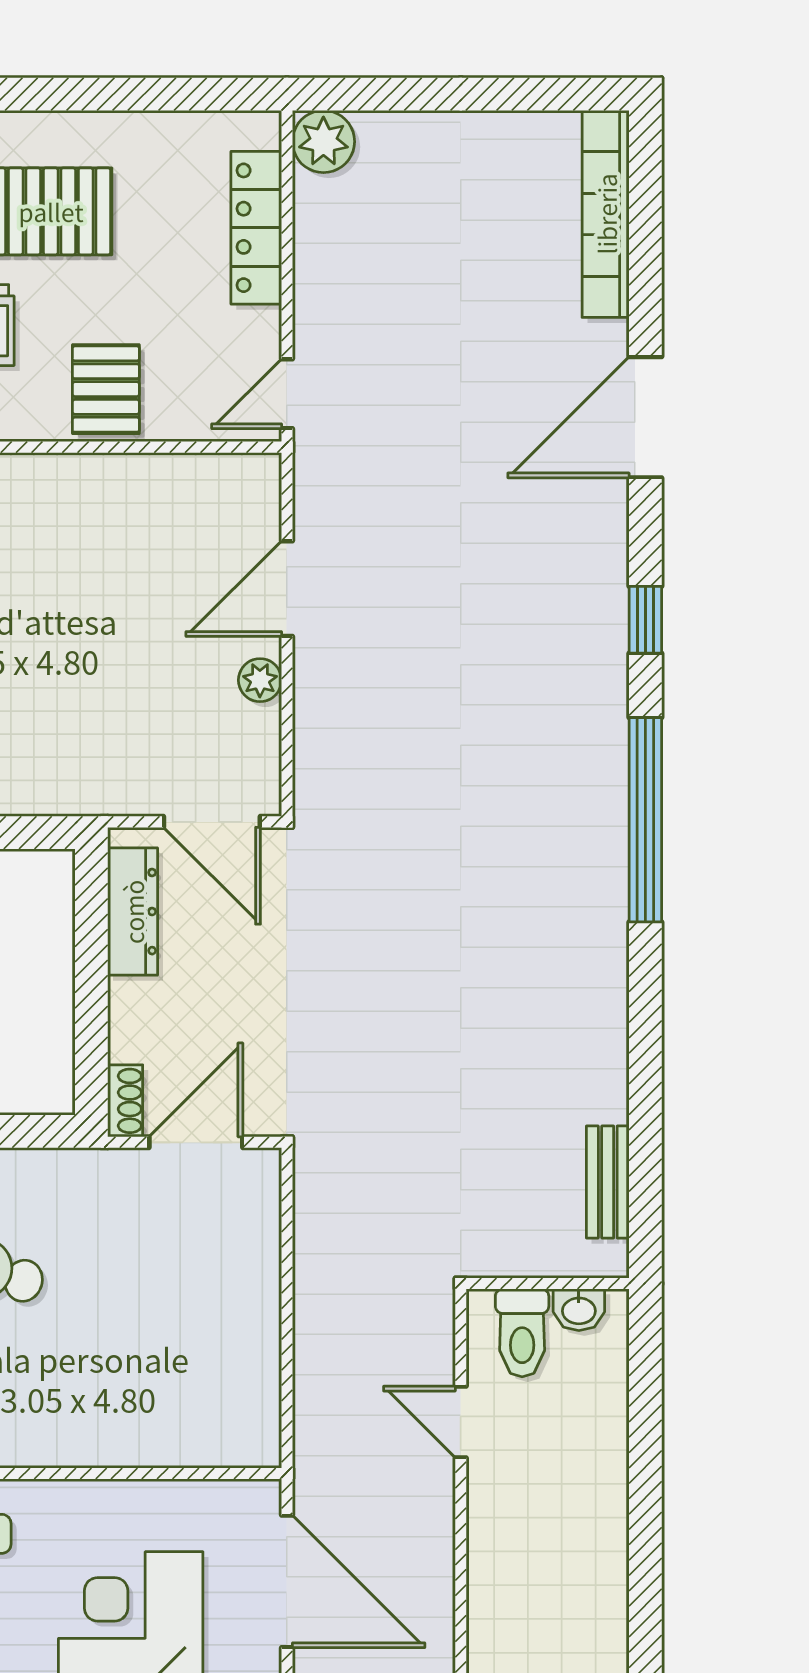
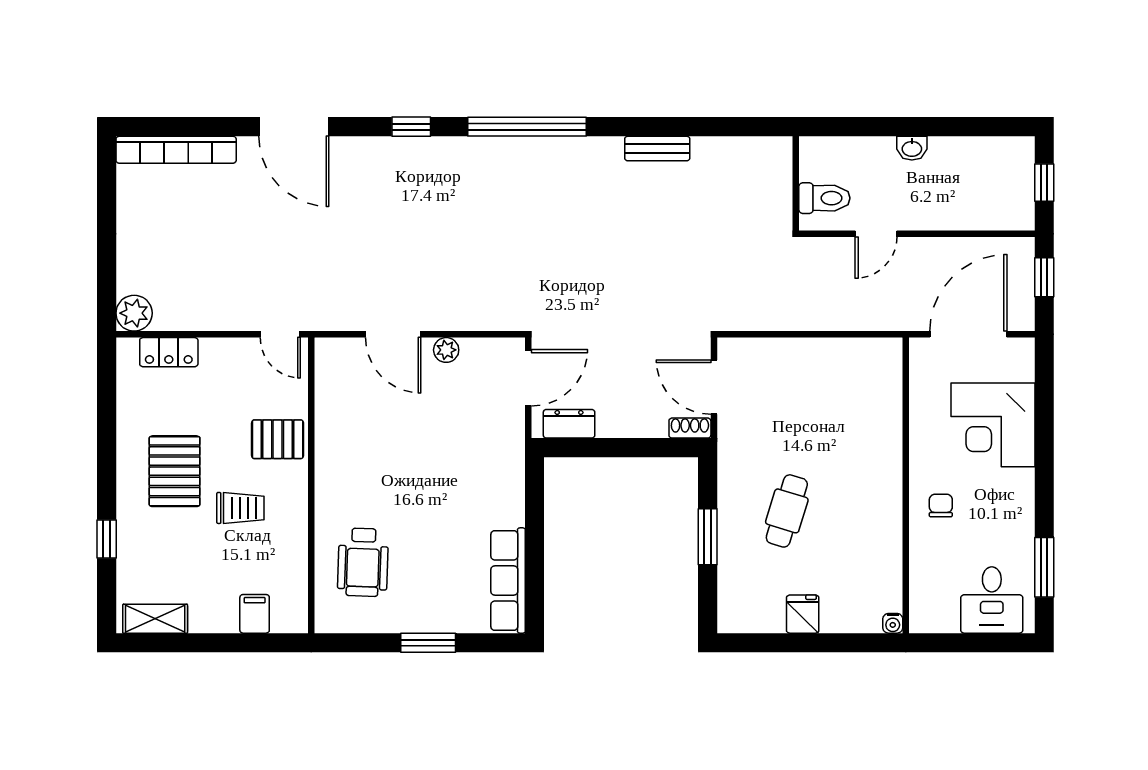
locker: (256, 228) -> (169, 352), width x0.66
dresser: (133, 912) -> (569, 424), width x0.70
bench: (608, 1182) -> (657, 149), moved
washbasin: (579, 1310) -> (912, 148), moved, turned 90

